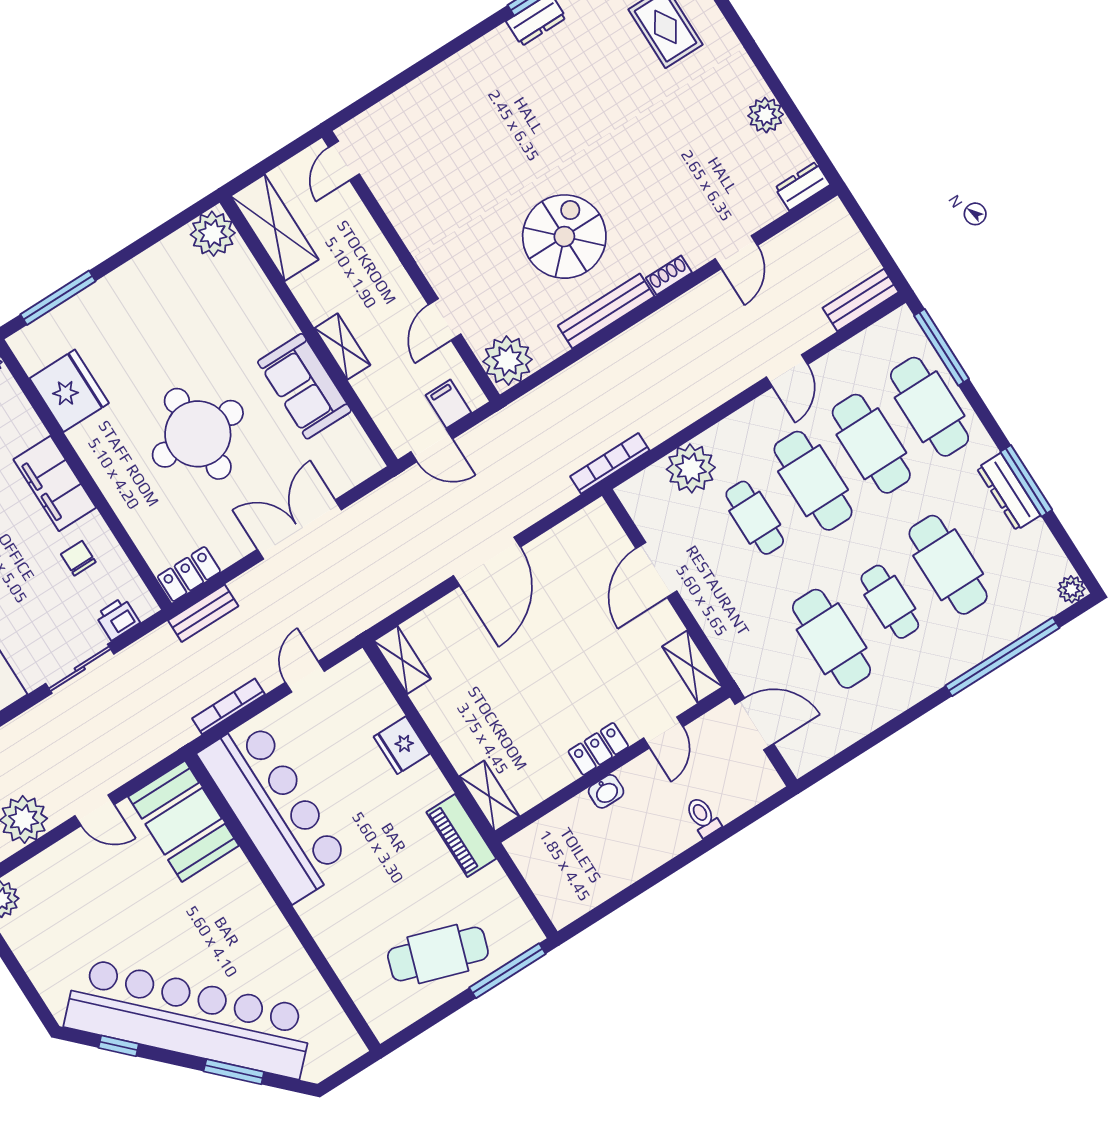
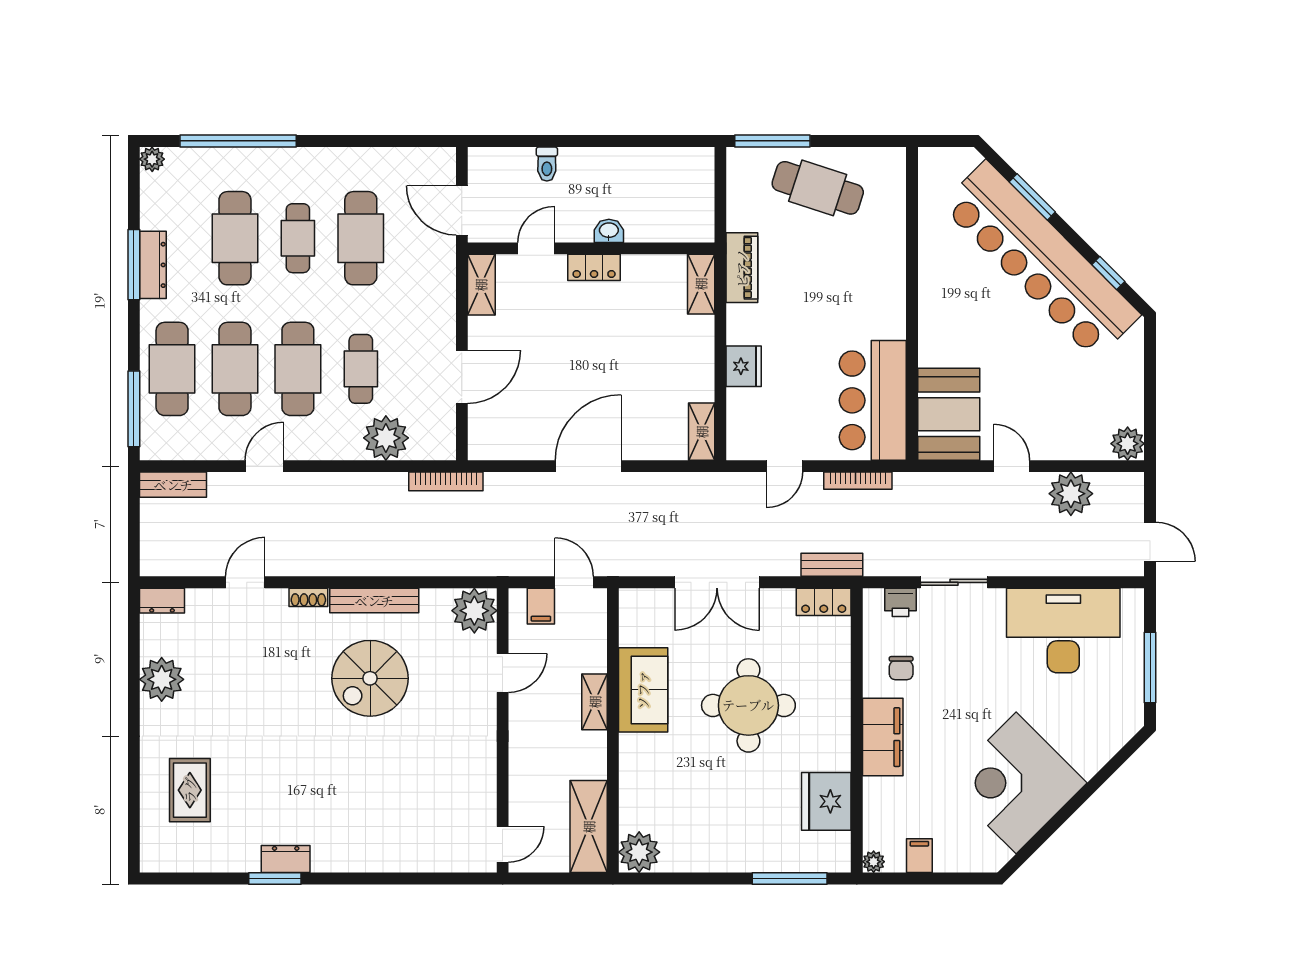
plant: (766, 115) -> (162, 679), width x1.36, depth x1.36
bar counter: (275, 810) -> (873, 400), width x0.73

